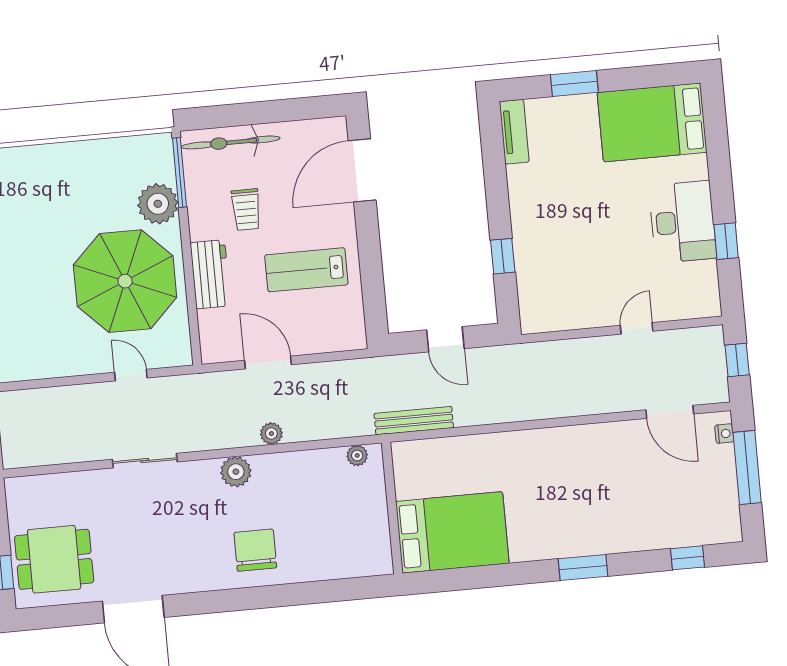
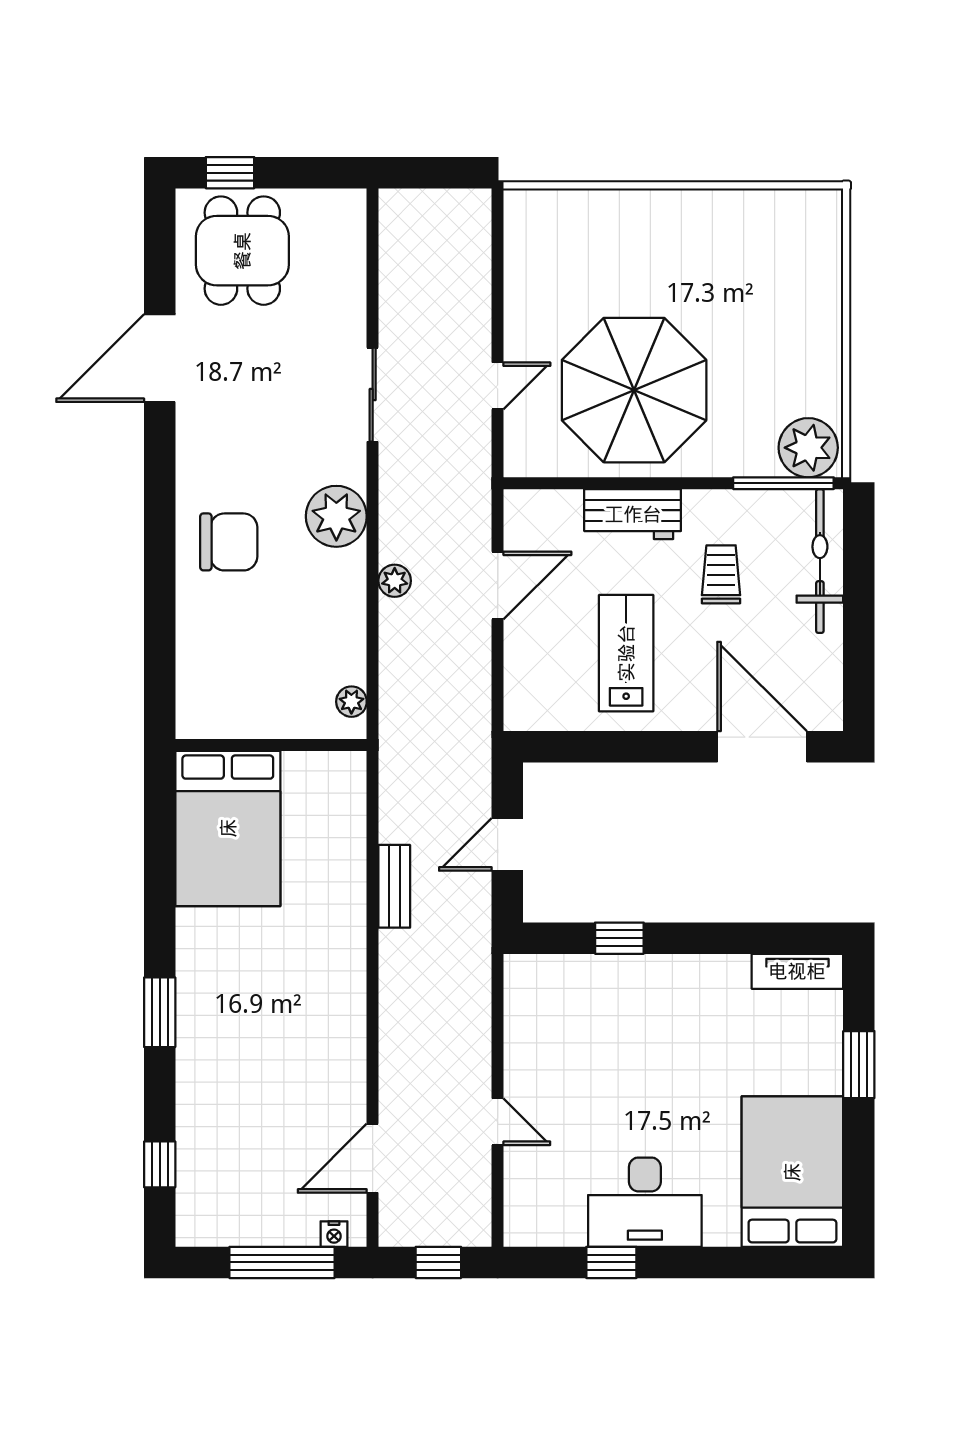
plant: (158, 204) -> (808, 448), moved
trolley: (246, 210) -> (721, 574), turned 90
bench: (414, 421) -> (394, 886), moved, width x0.73
plant: (236, 472) -> (336, 516), width x1.36, depth x1.36

